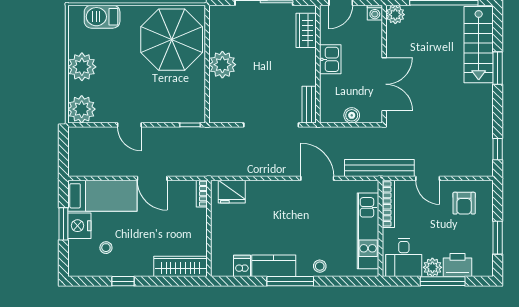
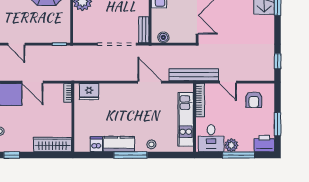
boiler: (352, 115) -> (163, 37), moved
printer: (457, 265) -> (264, 144), moved

